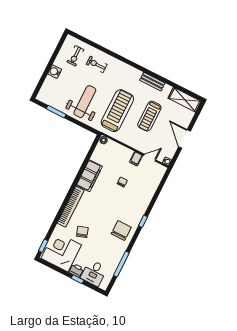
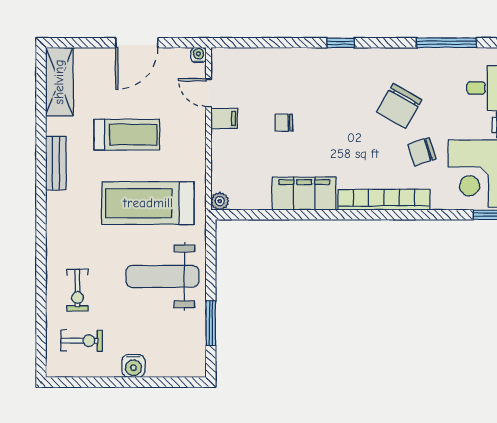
chair: (121, 231) -> (399, 106), moved, turned -60

